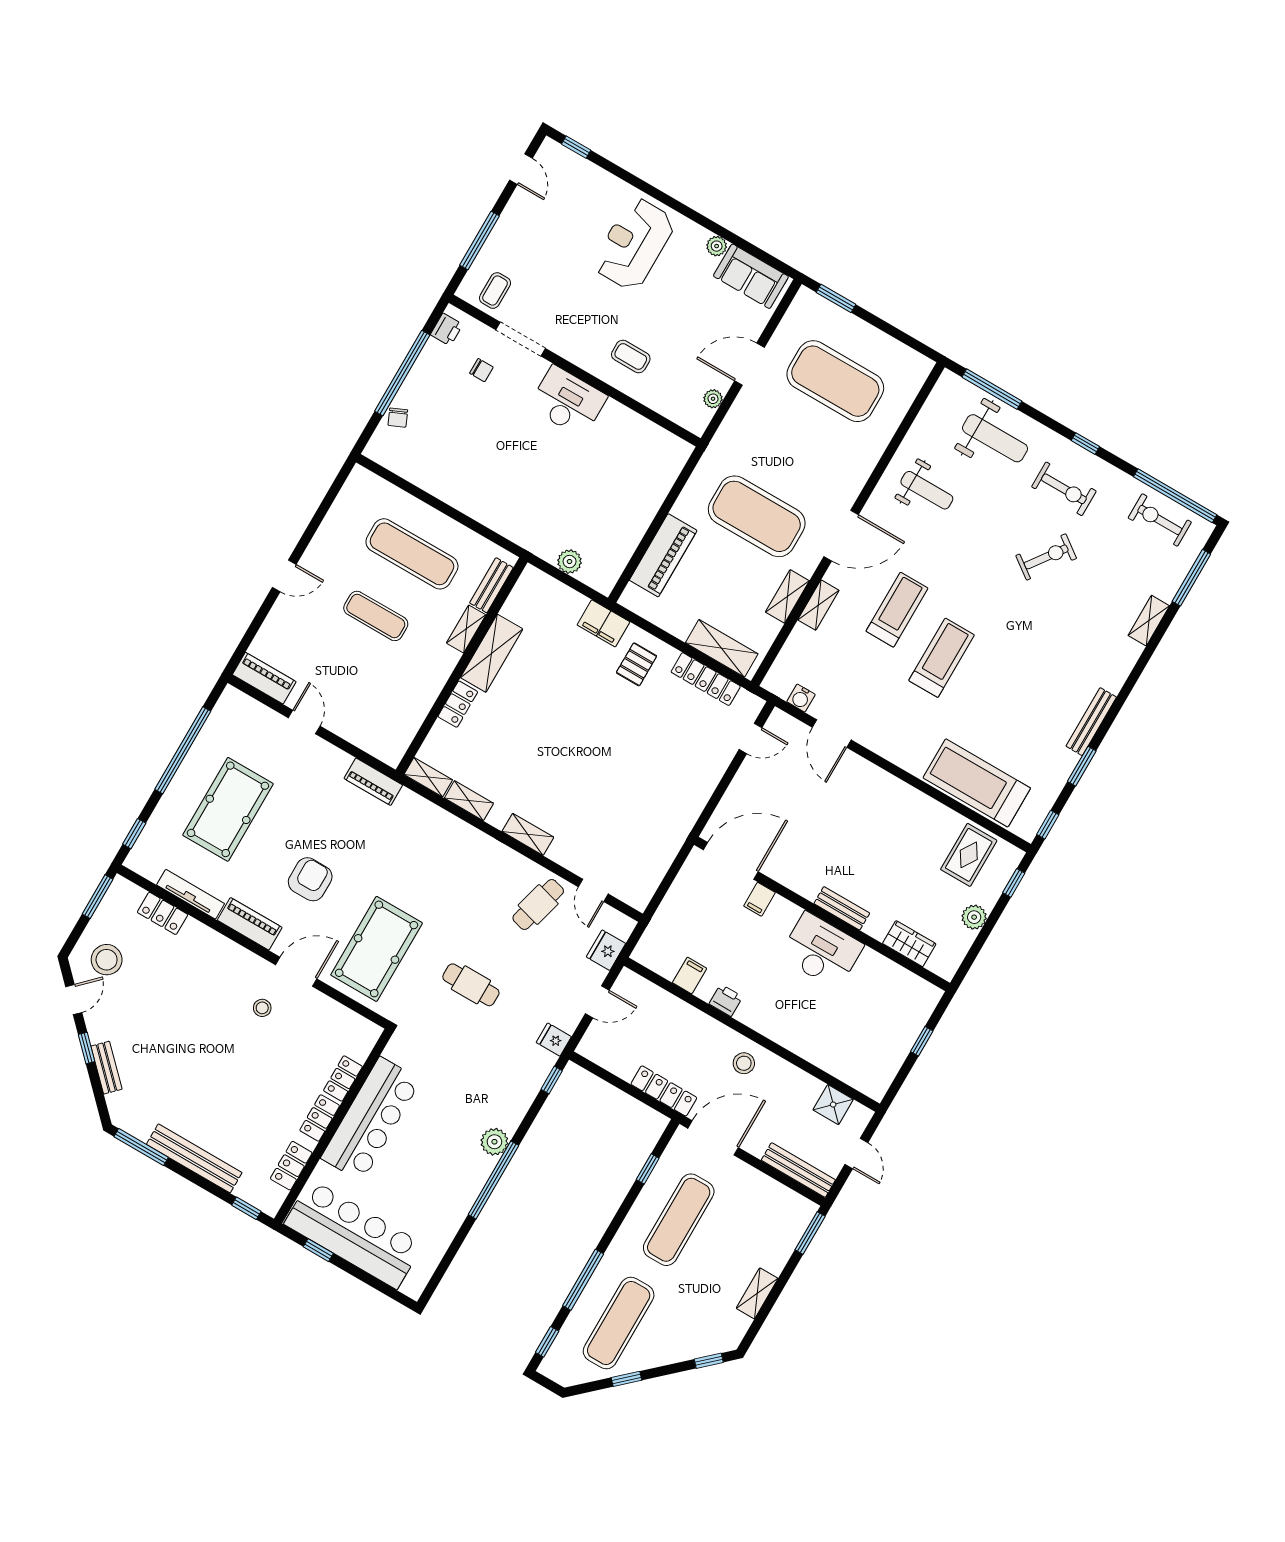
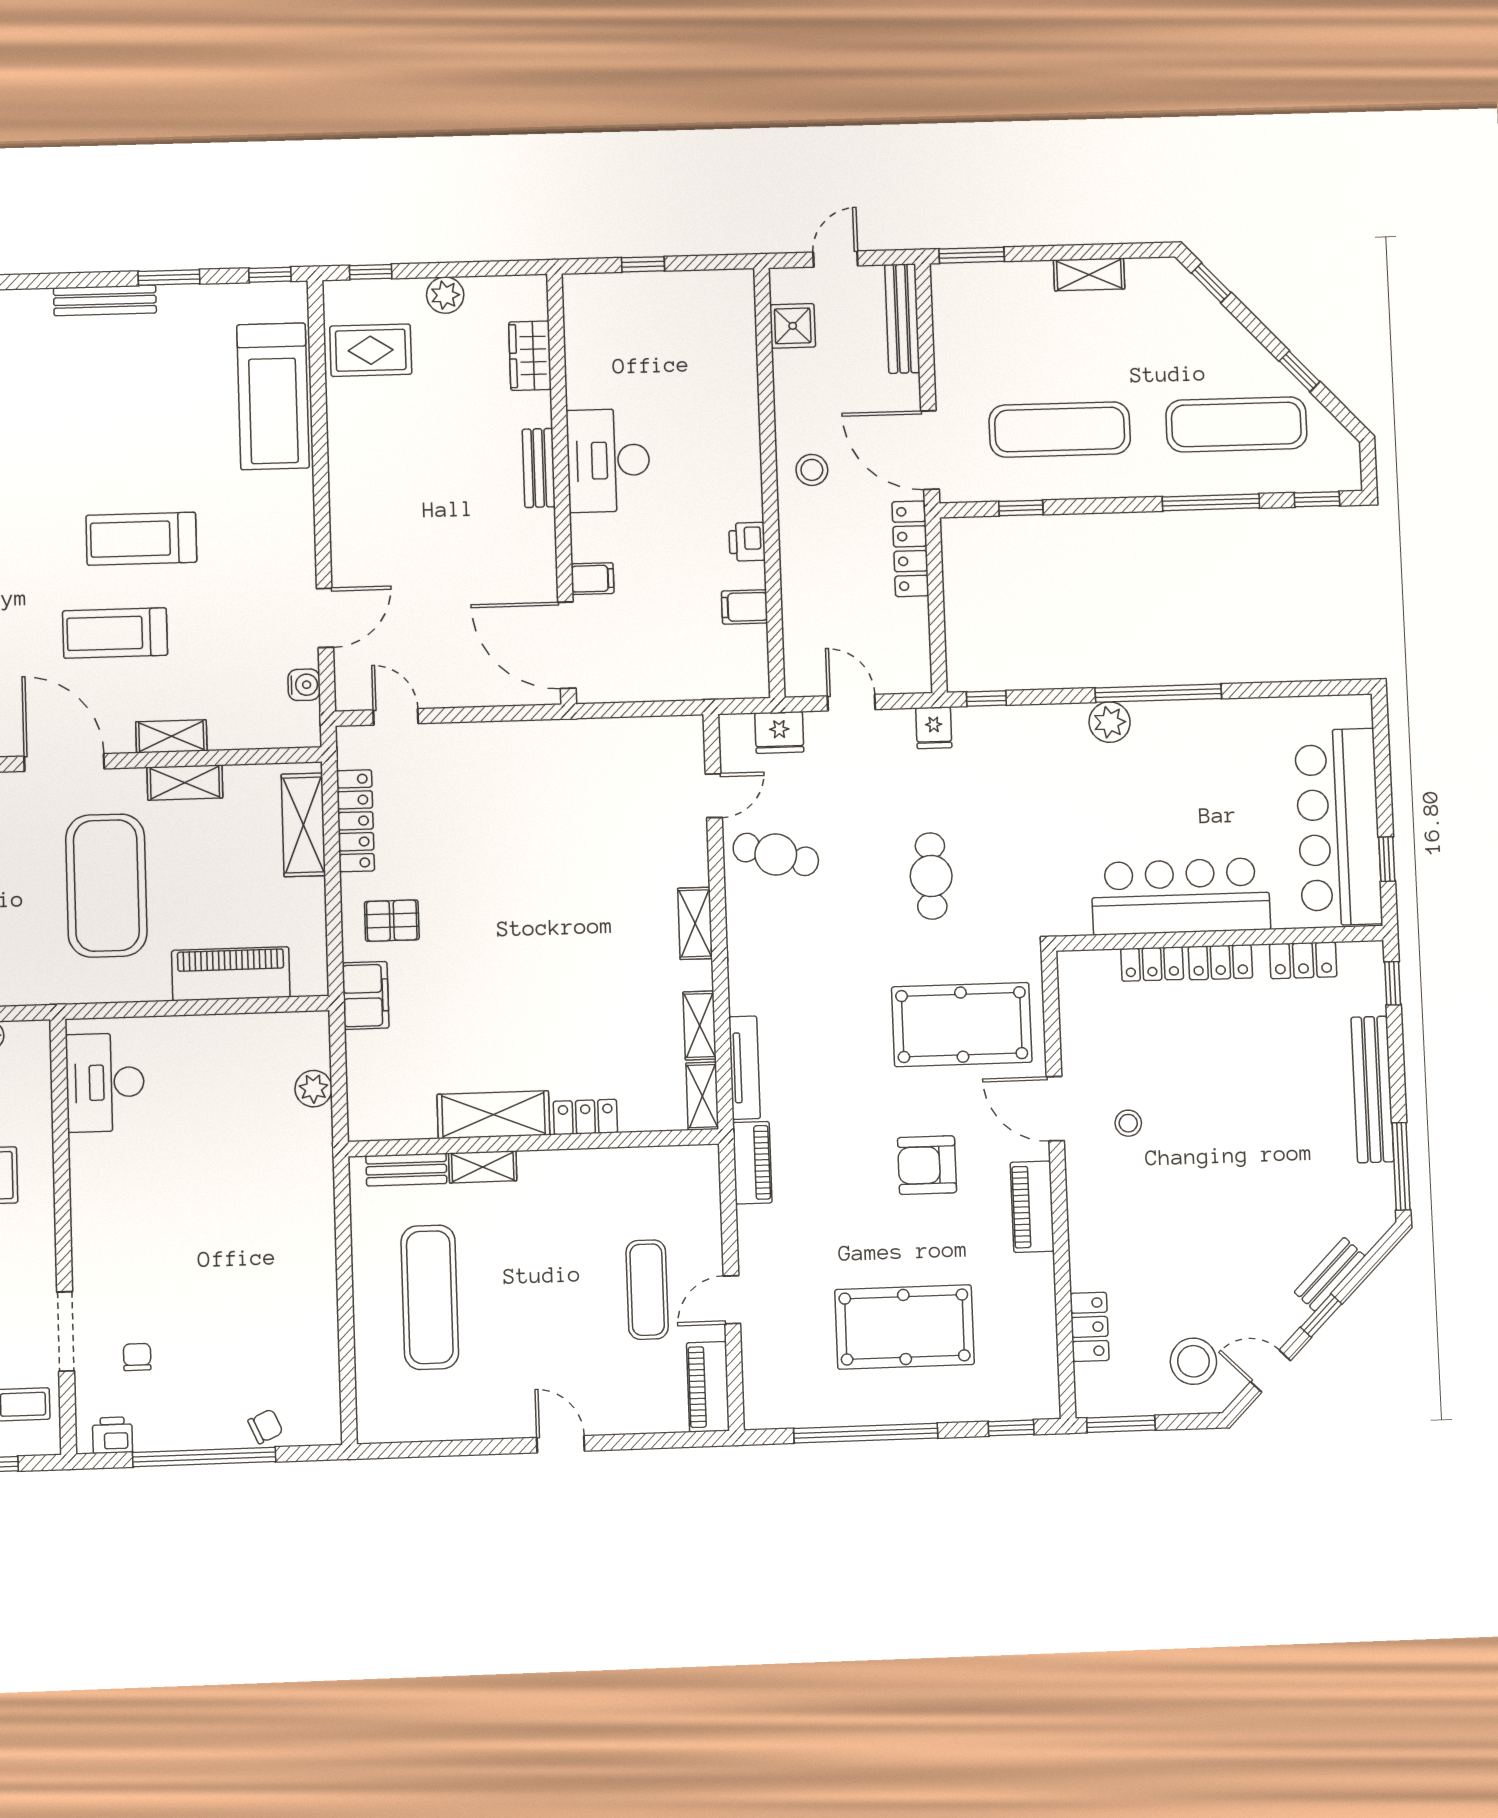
desk: (568, 402) -> (105, 1082), moved
exercise mat: (376, 616) -> (647, 1290), moved
tv unit: (191, 894) -> (745, 1068), moved, turned 180

